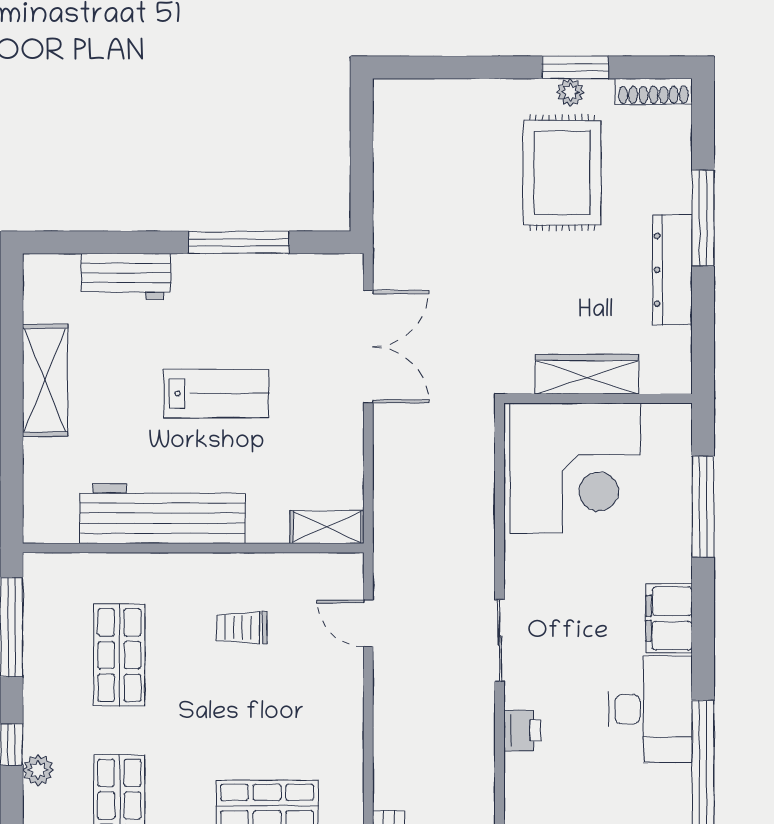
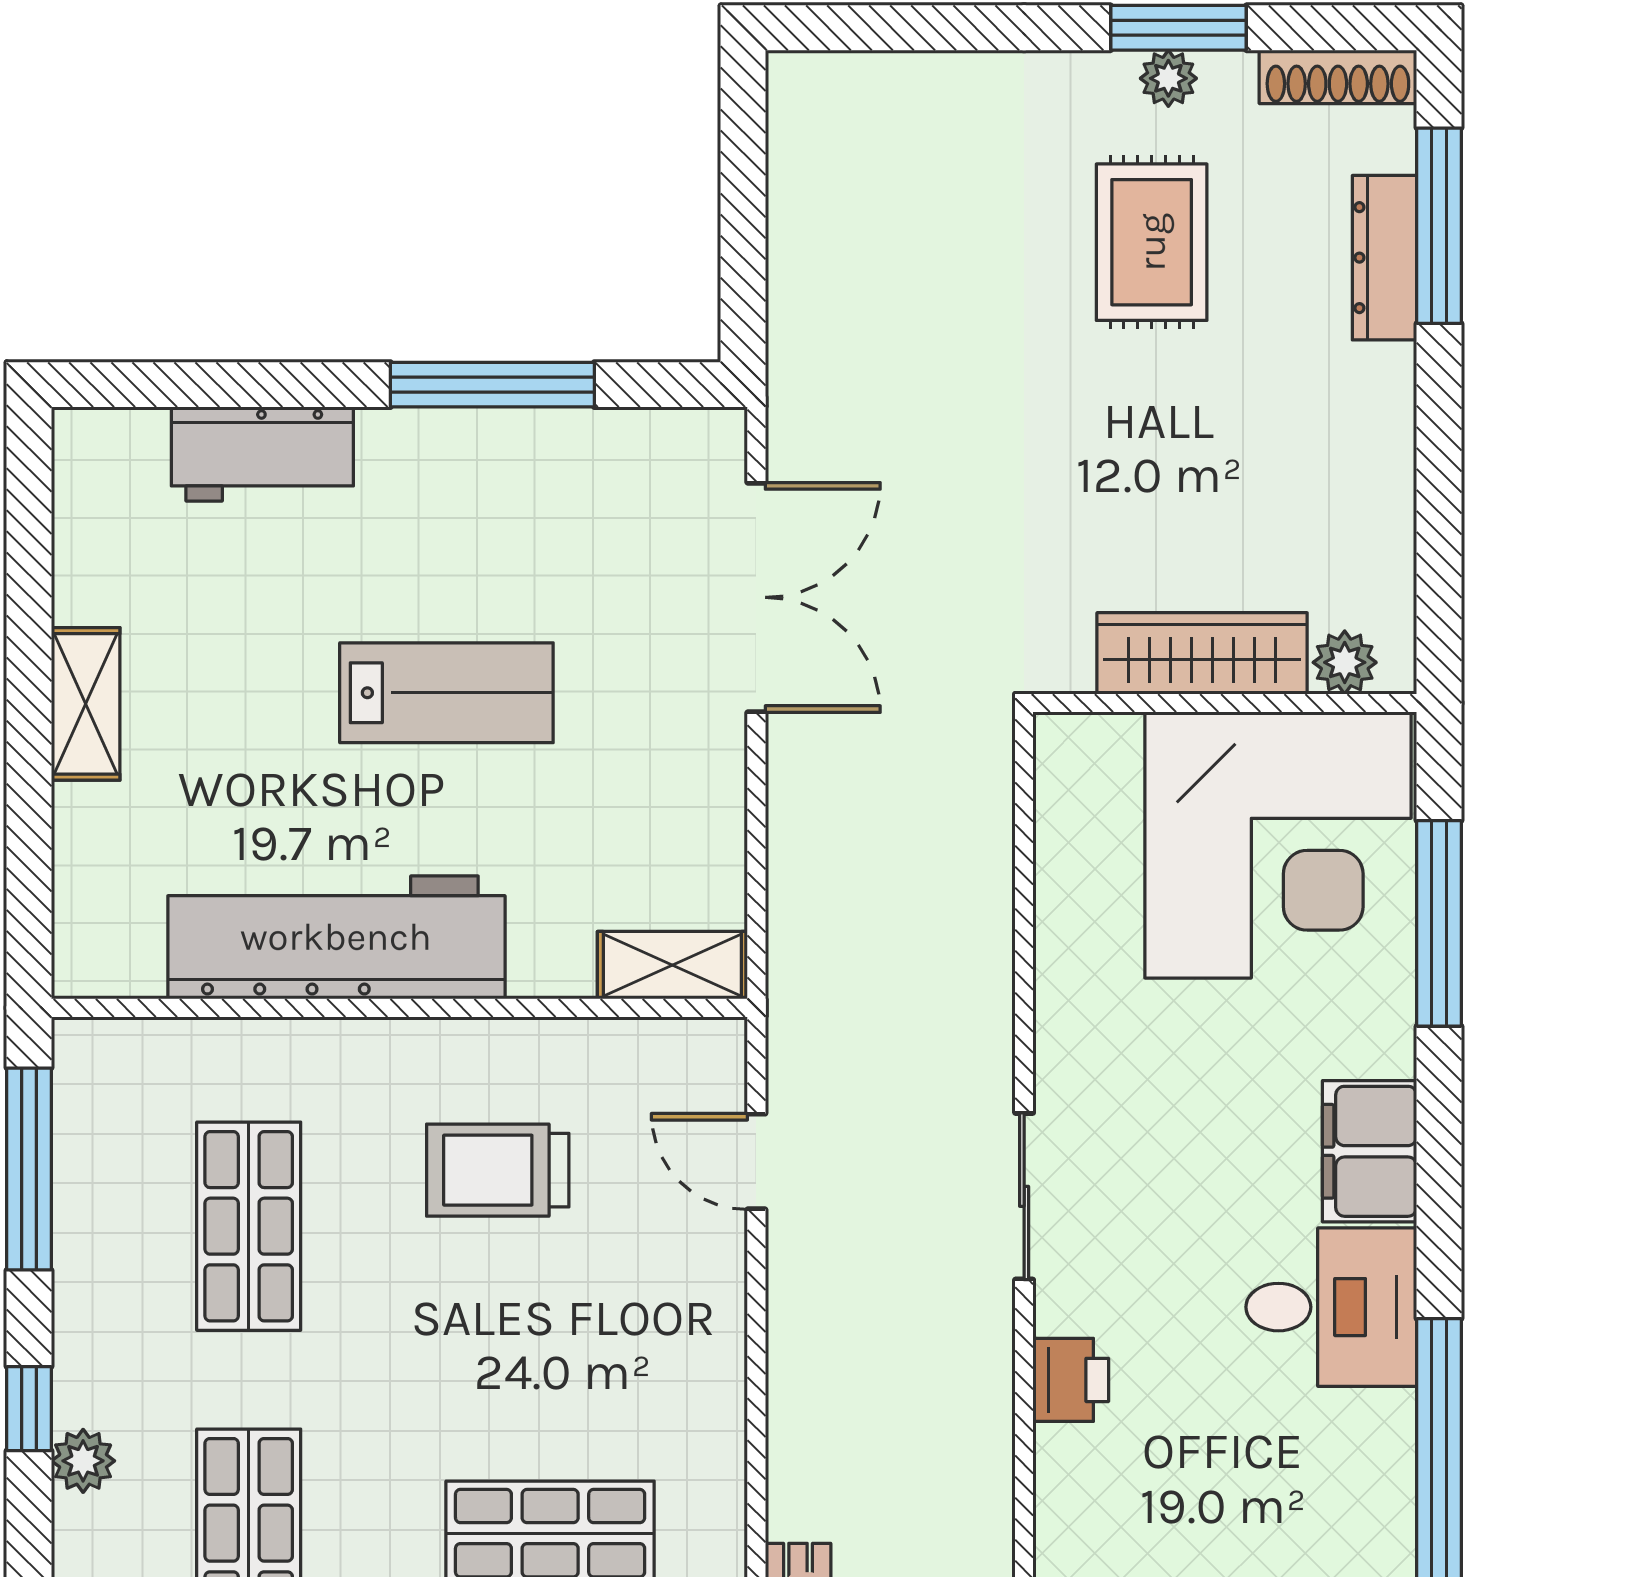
rug: (562, 173) -> (1152, 242), width x0.73, depth x0.70
window: (703, 218) -> (1439, 226), moved
dresser: (672, 270) -> (1385, 258), moved, width x0.73, depth x0.80
plant: (657, 379) -> (1345, 662), added
shelving: (45, 380) -> (86, 704), width x0.67, depth x0.75
corner desk: (575, 468) -> (1278, 845), moved
trolley: (241, 628) -> (498, 1170), width x1.36, depth x1.39
desk: (650, 709) -> (1331, 1307), width x0.73

